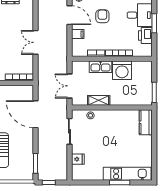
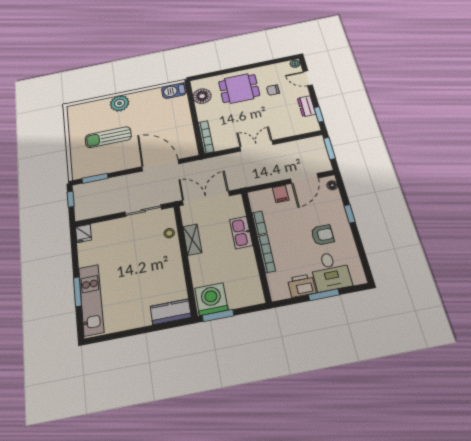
armchair: (102, 16) -> (323, 235), moved
washing machine: (122, 70) -> (211, 299), moved, turned 90
double door: (69, 86) -> (206, 198), width x1.37
door: (36, 114) -> (160, 165), hinge flipped
fridge: (78, 159) -> (83, 233), moved

